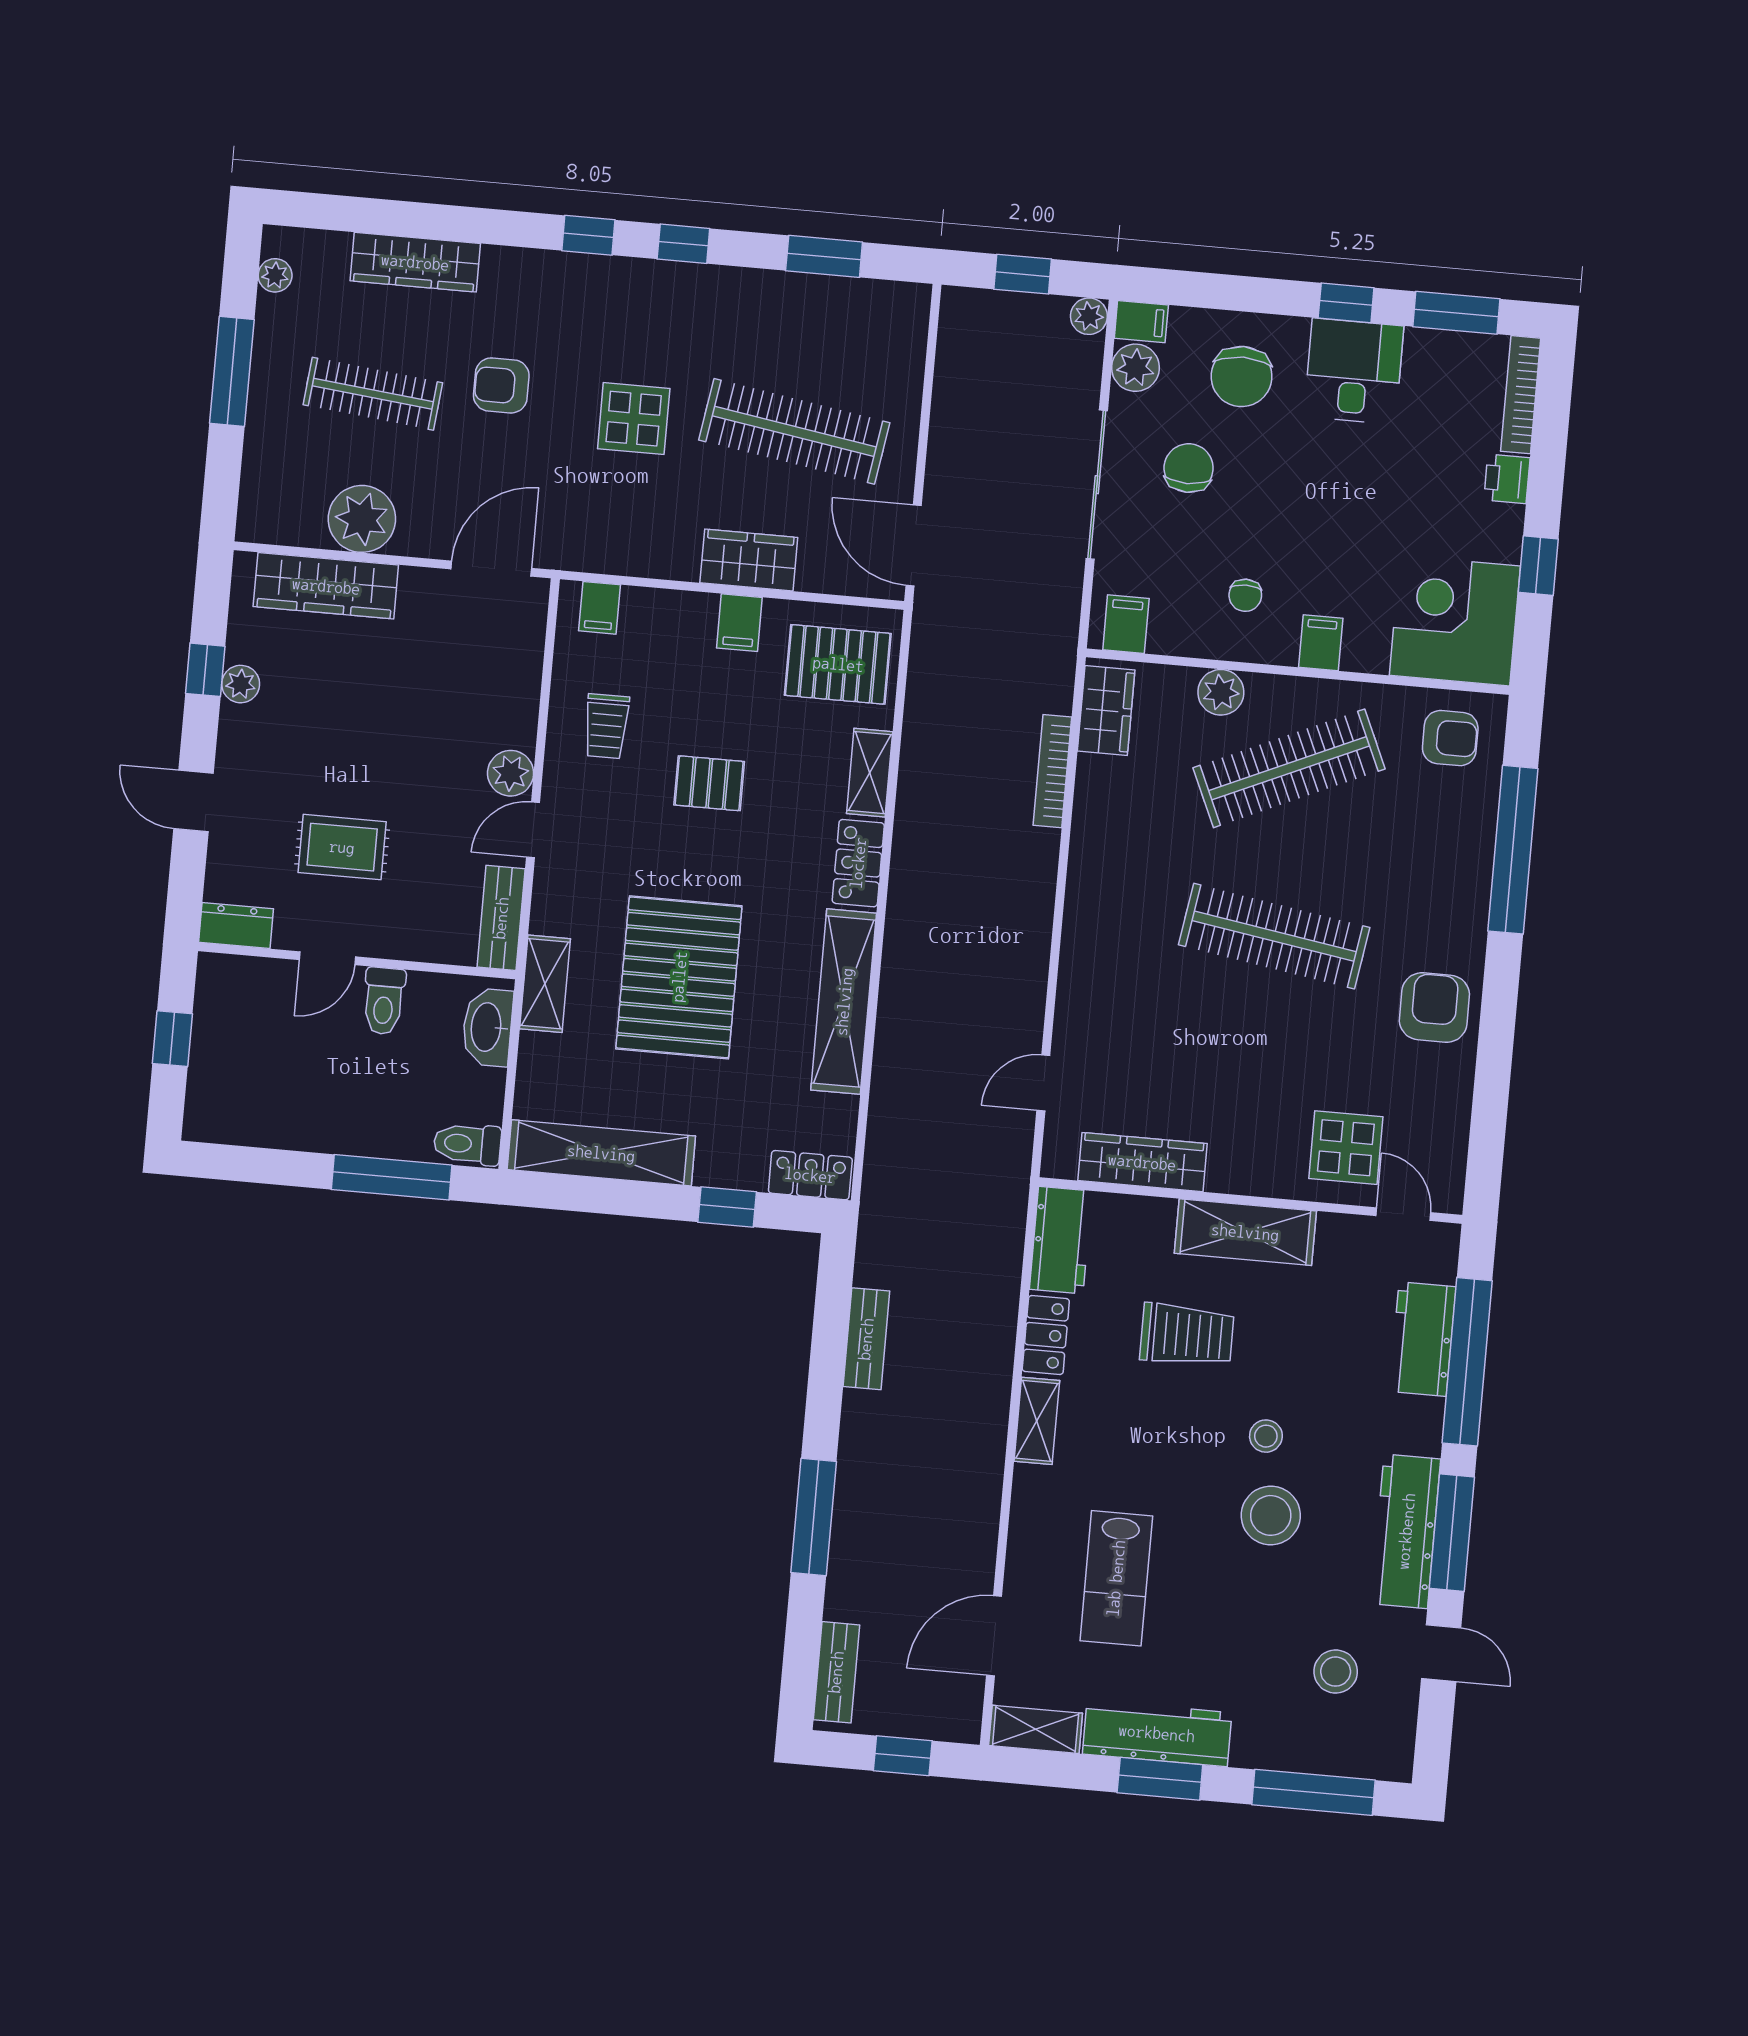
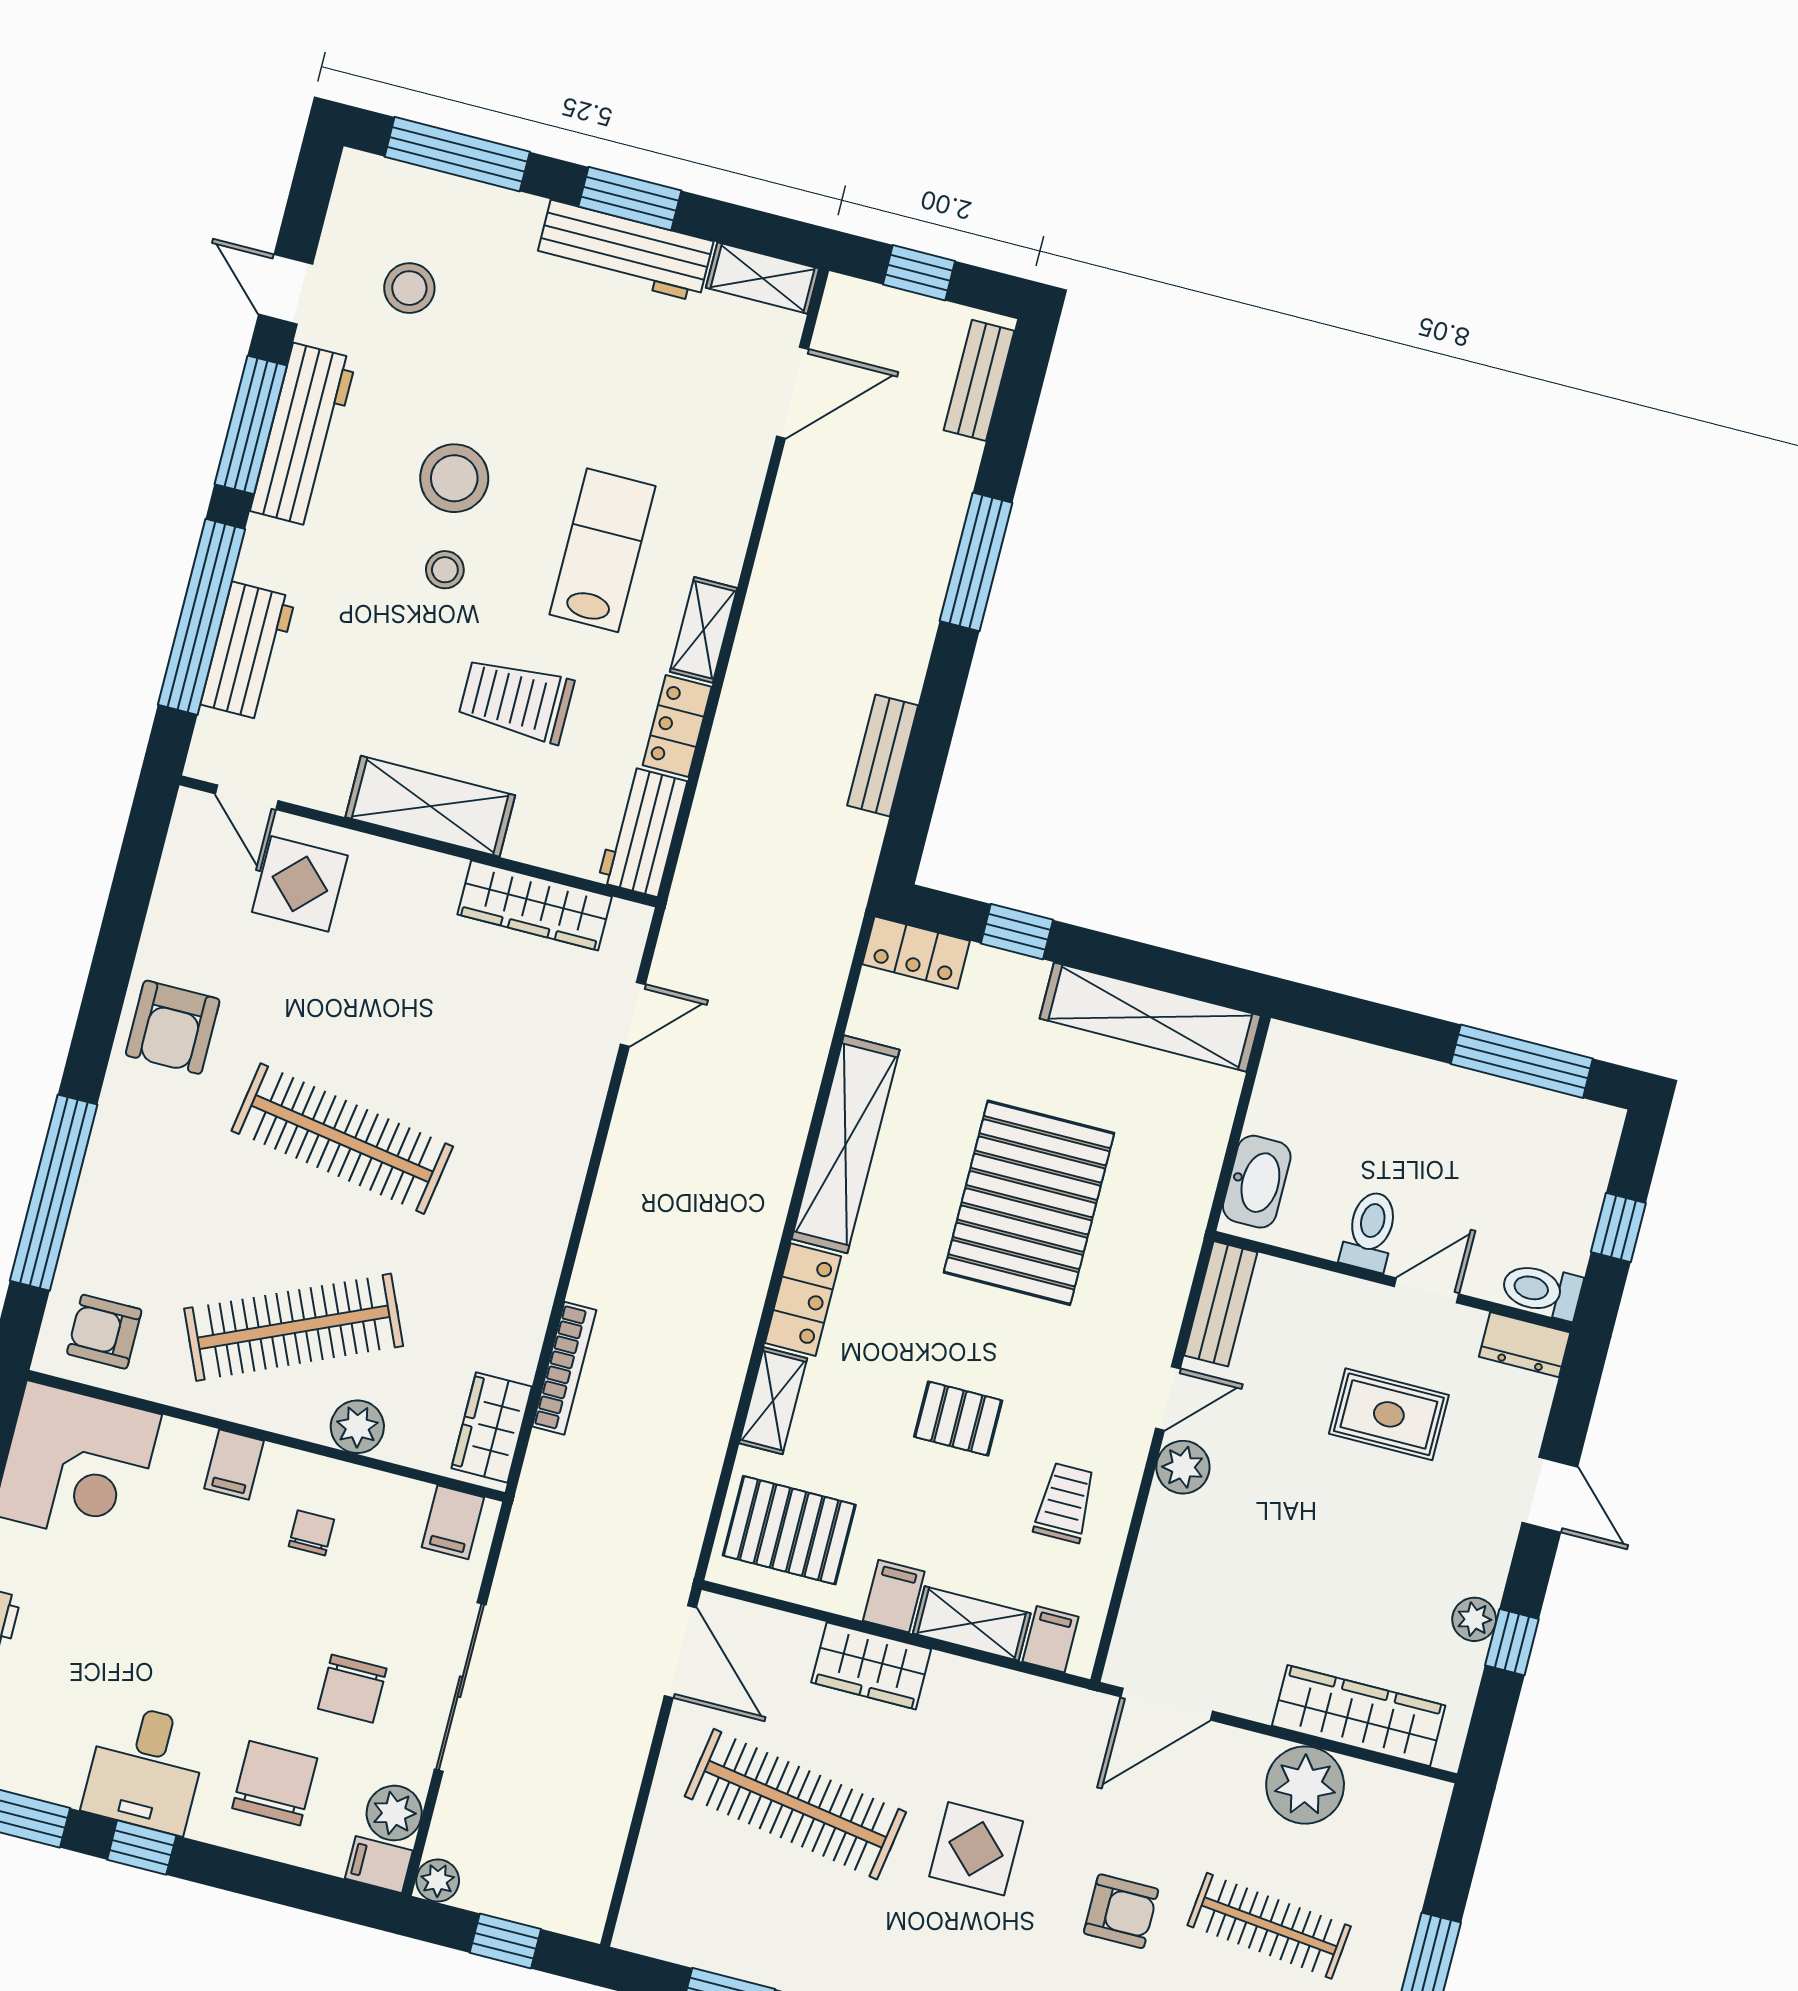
shelving: (545, 984) -> (972, 1623), moved, turned 90
toilet: (467, 1144) -> (1542, 1291), moved, turned 180
window: (392, 1177) -> (1522, 1061), moved
lab bench: (1116, 1578) -> (602, 550), moved

